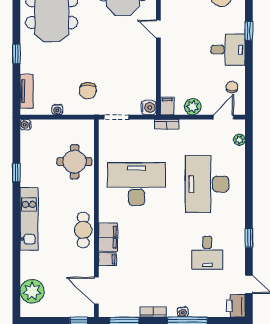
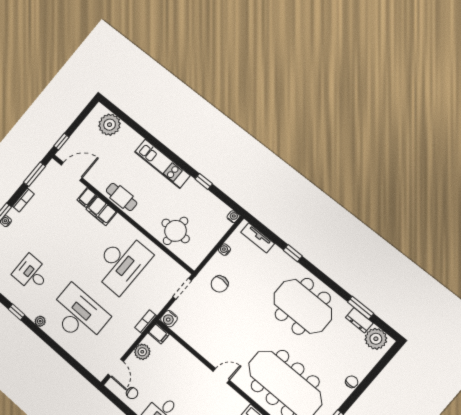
chair: (88, 91) -> (220, 284), turned -90
plant: (239, 140) -> (40, 321), moved

